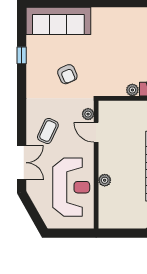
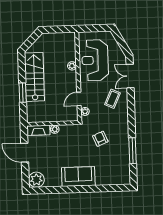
sofa: (58, 21) -> (78, 177), moved, width x0.73
window: (22, 55) -> (133, 151), width x2.17
door: (96, 132) -> (79, 99), swing flipped

